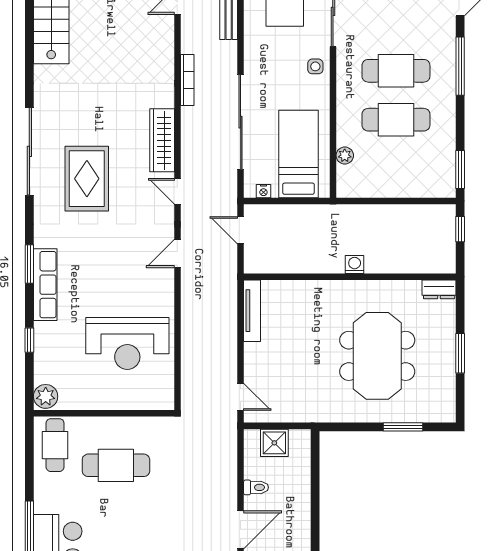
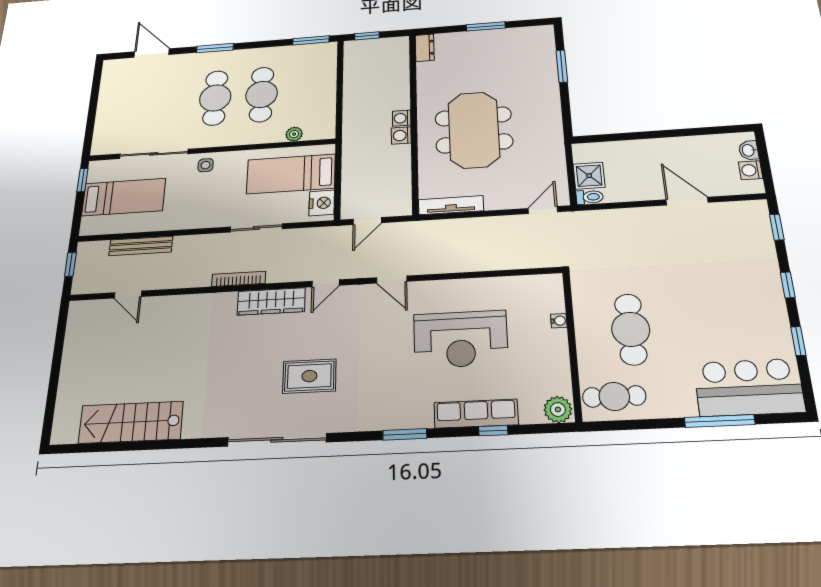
window: (460, 66) -> (215, 48), width x0.69
bookcase: (187, 80) -> (239, 279), moved
sliding door: (241, 122) -> (256, 228), width x0.54
rug: (87, 179) -> (309, 376), width x0.73, depth x0.70
nightstand: (263, 191) -> (322, 203), width x1.89, depth x1.79
washing machine: (334, 264) -> (401, 136), added
row of seats: (45, 285) -> (476, 414), moved
reception desk: (127, 343) -> (461, 339), moved, turned 90
meeting table: (377, 356) -> (474, 130), moved, turned 90
water cooler: (128, 403) -> (559, 321), added
toilet: (256, 487) -> (590, 197), moved, turned 90

